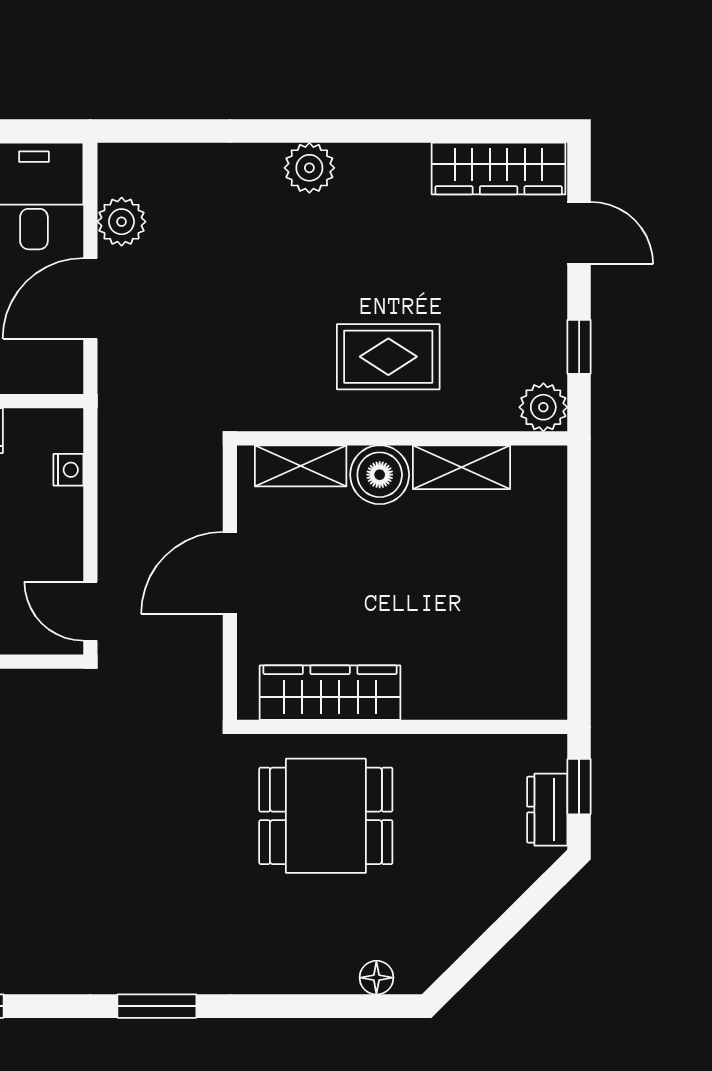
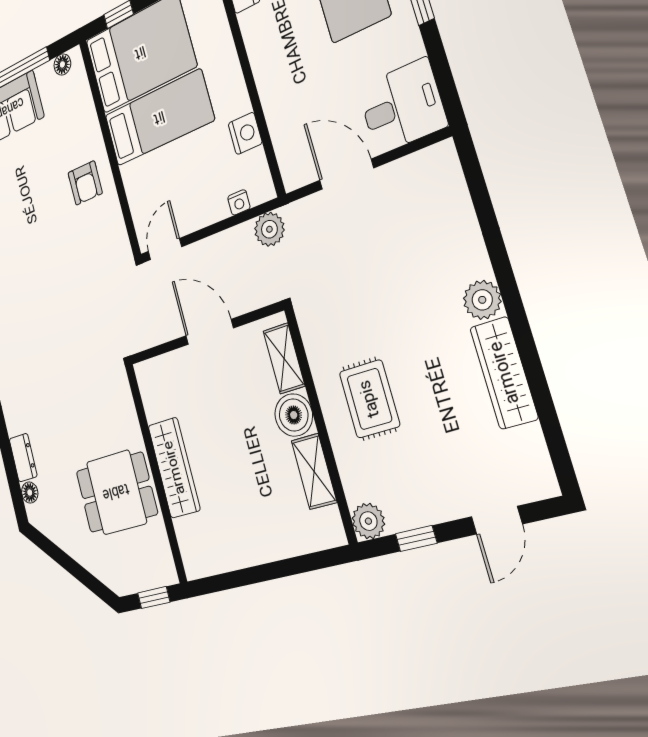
wardrobe: (499, 169) -> (504, 373), moved
plant: (122, 222) -> (269, 229), moved
wardrobe: (330, 693) -> (174, 468), moved
dresser: (547, 810) -> (23, 458), moved, turned 90
dining table: (326, 816) -> (116, 492), moved, turned 90

